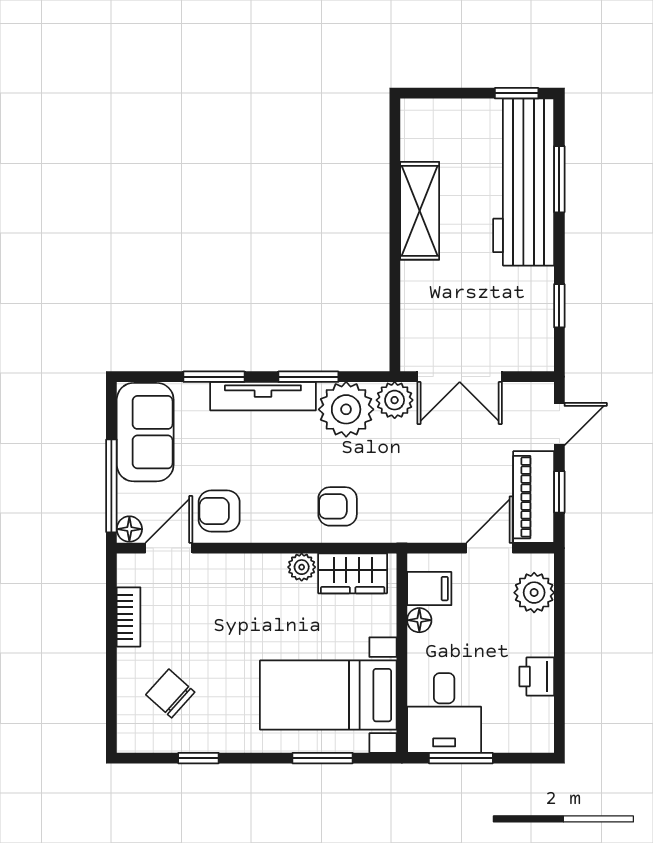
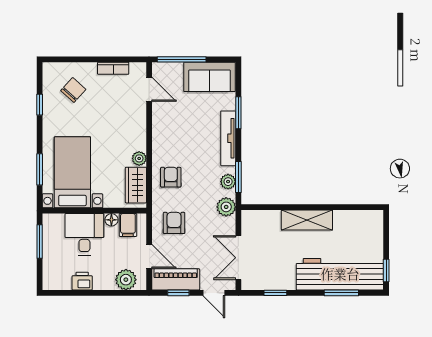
shelving: (420, 211) -> (307, 220), moved
window: (308, 377) -> (238, 177), moved
double door: (460, 377) -> (238, 258), moved
plant: (346, 409) -> (228, 182), width x0.53, depth x0.53
armchair: (219, 511) -> (174, 223), moved
floor lamp: (129, 529) -> (159, 69), removed
desk: (444, 713) -> (84, 234), moved, turned 90

